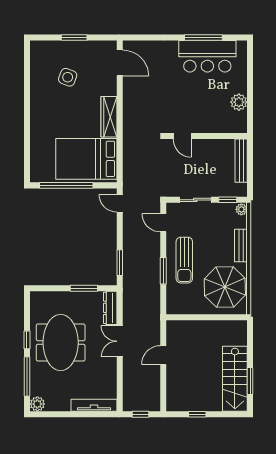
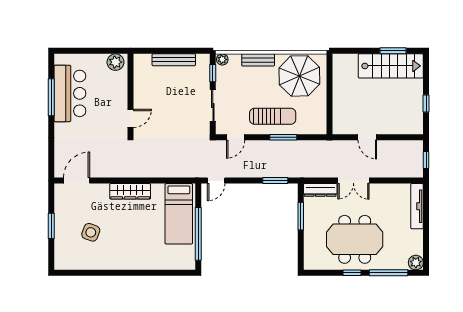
door: (182, 136) -> (131, 118), moved
wall: (207, 136) -> (131, 94), moved
bed: (86, 159) -> (179, 214), width x0.67

